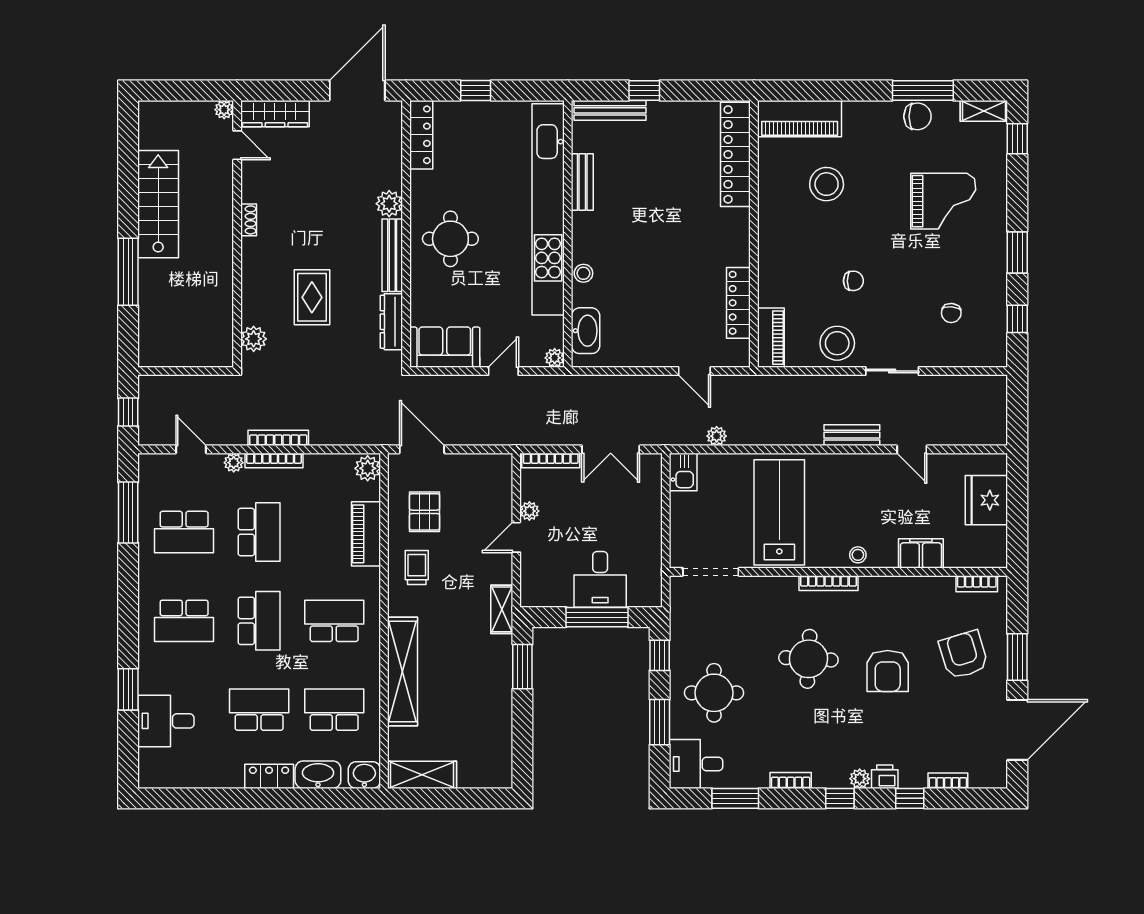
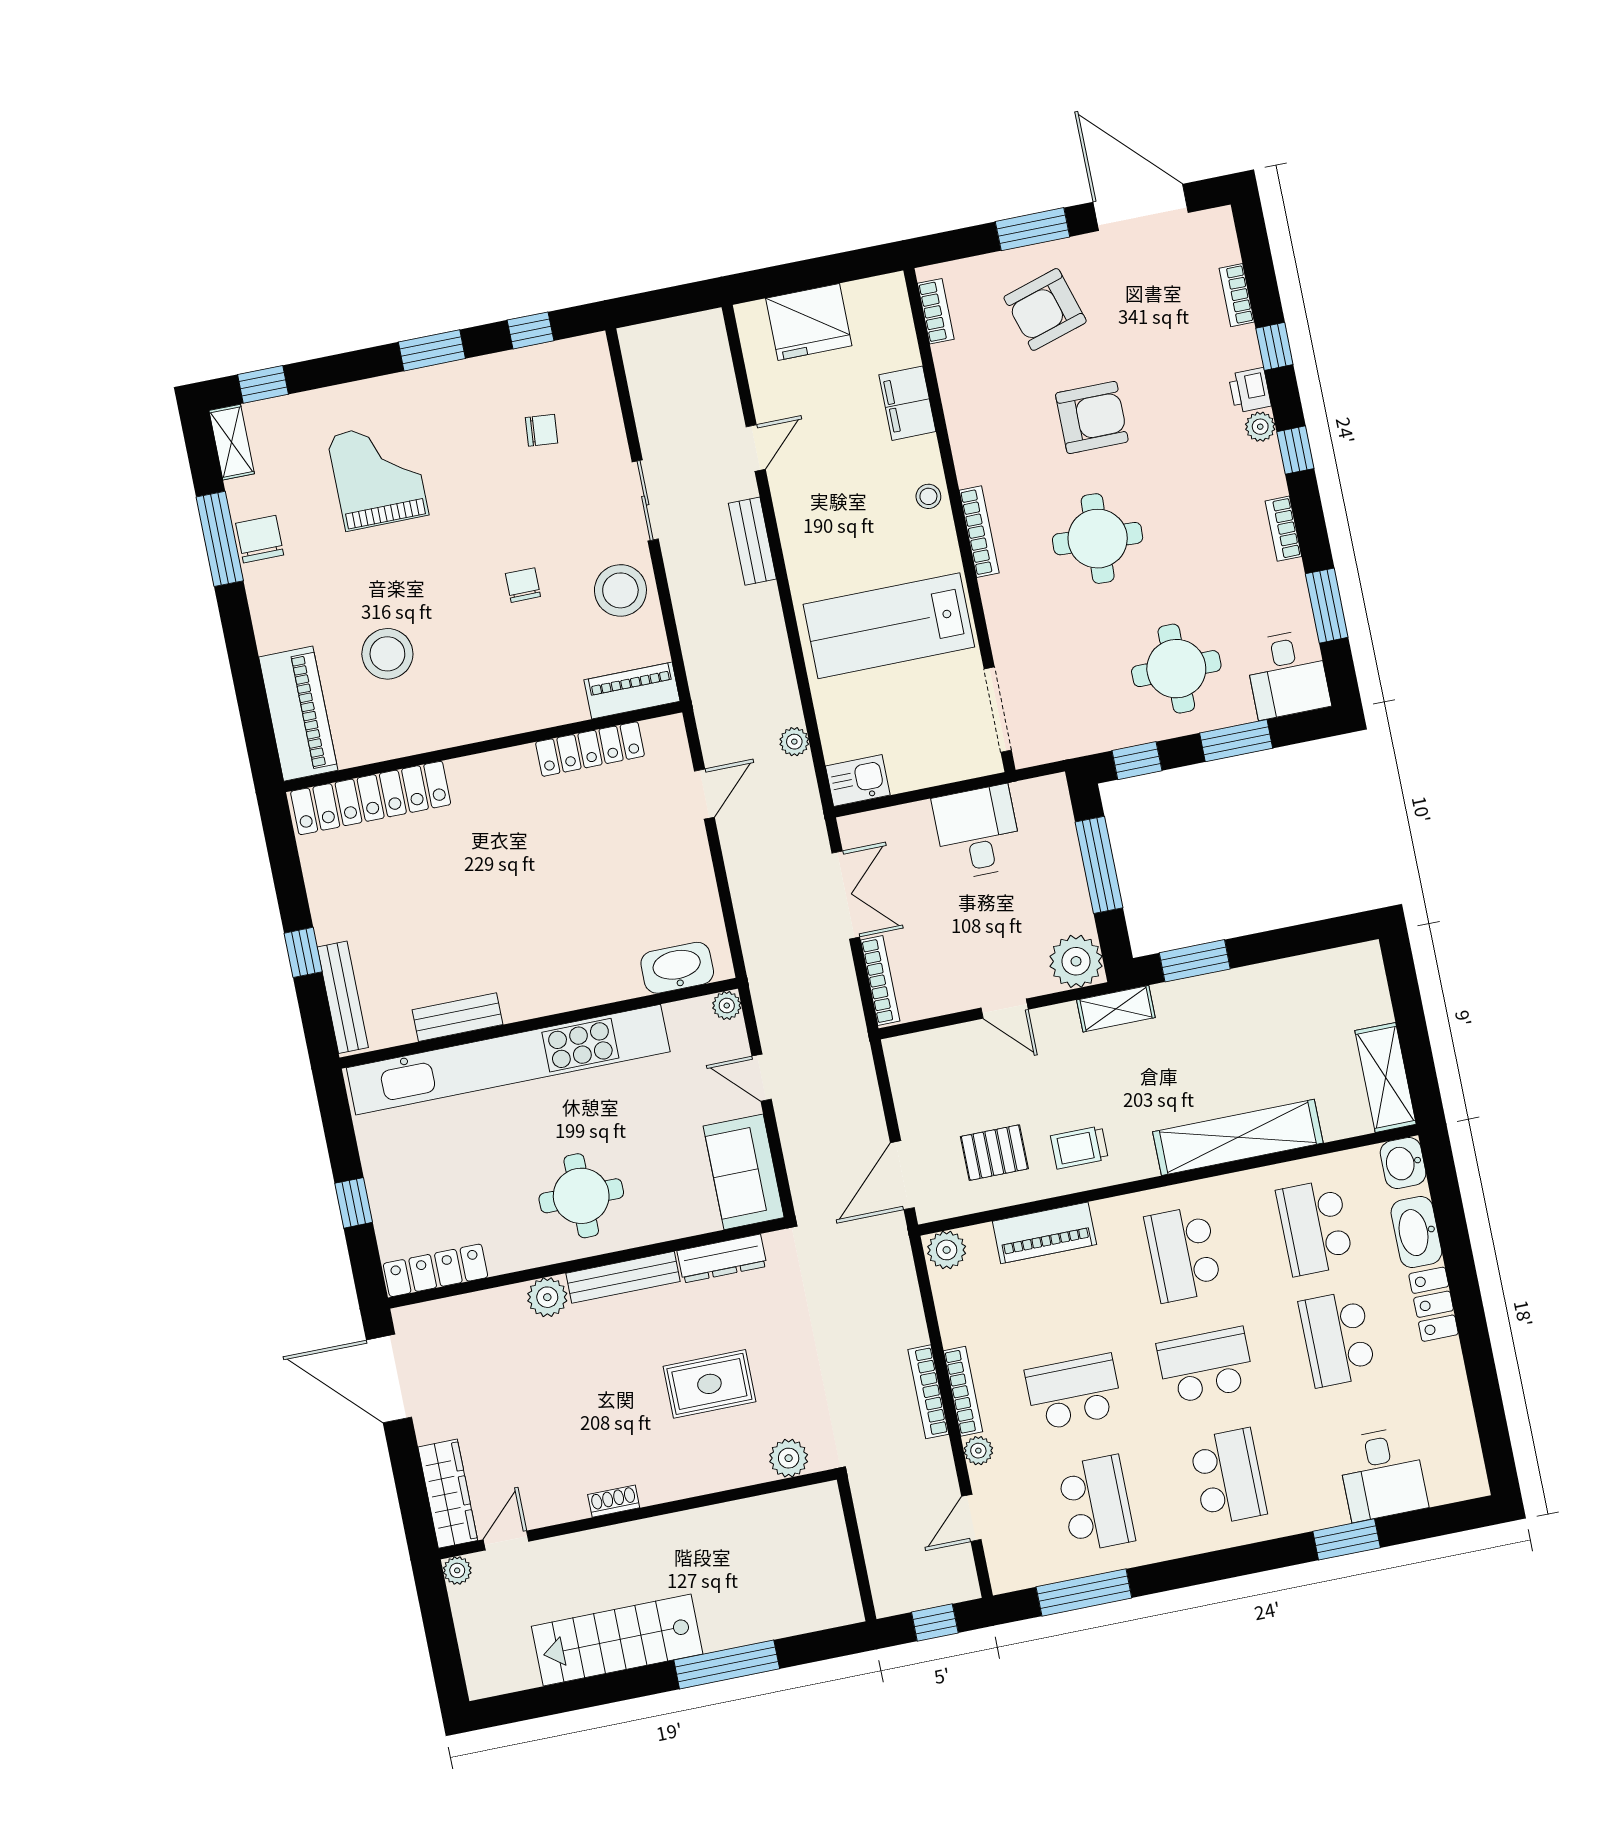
stool: (583, 273) -> (593, 988), removed
plant: (529, 511) -> (1076, 961), moved, width x1.87, depth x1.87
desk: (600, 579) -> (977, 832), moved, turned -90

